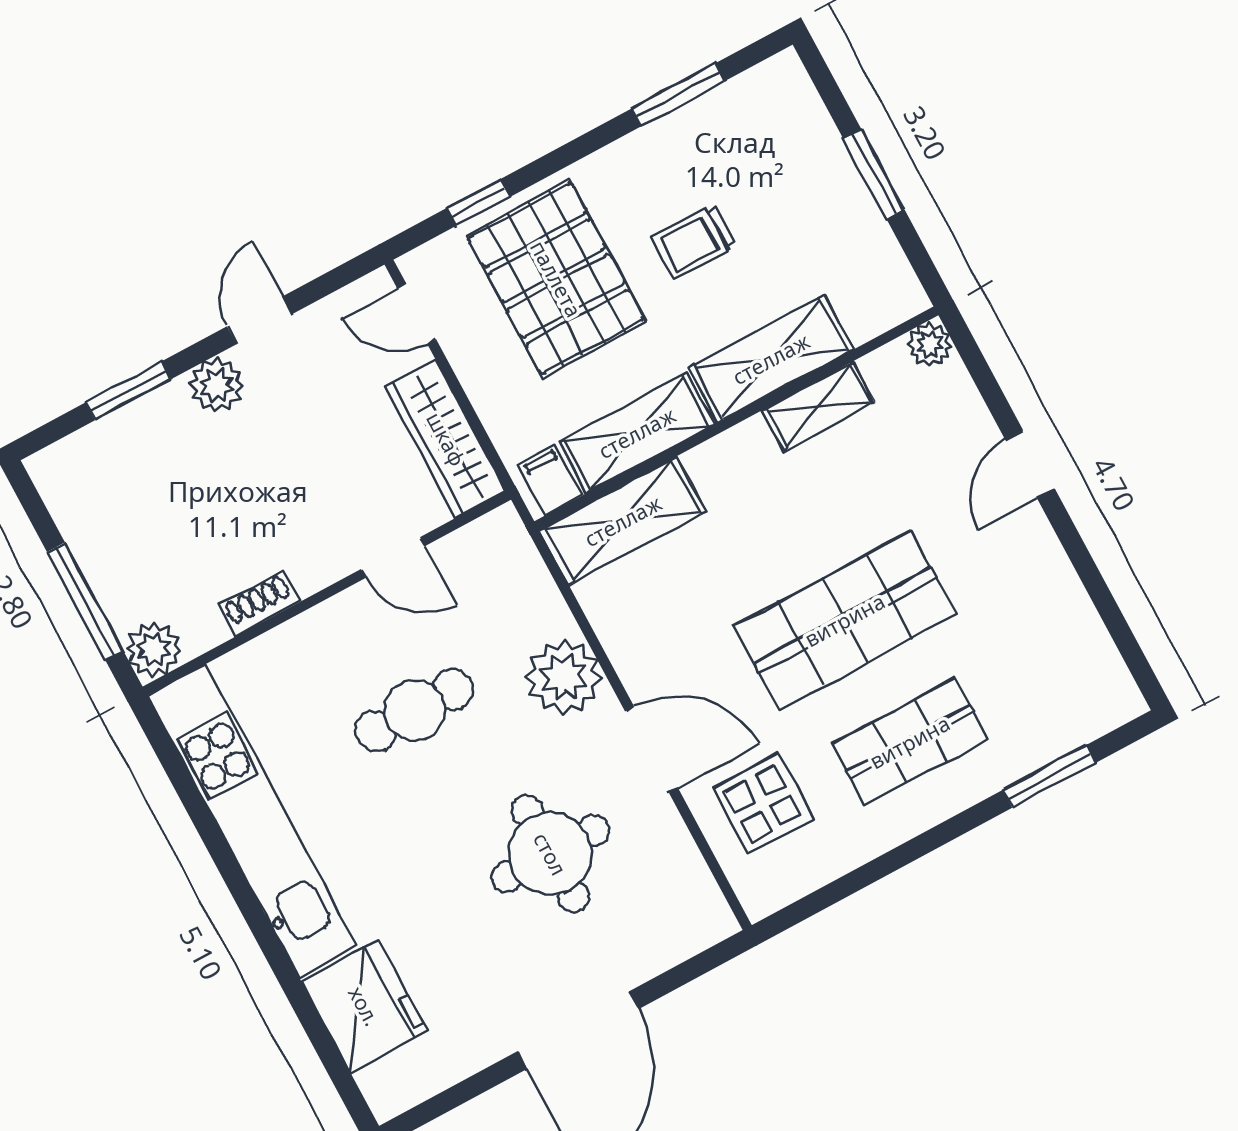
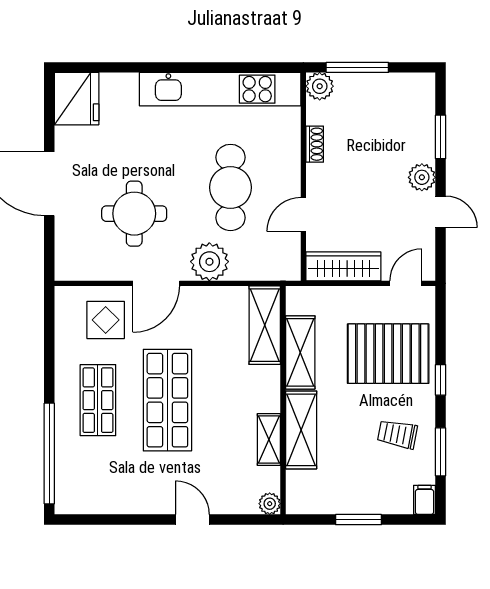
window: (478, 202) -> (441, 380), moved
trolley: (694, 241) -> (397, 434), moved, turned -79
filing cabinet: (550, 480) -> (425, 500), moved, turned -90
cafe table: (414, 710) -> (230, 187), width x1.37, depth x1.35
window: (1049, 776) -> (49, 453), width x2.11
fridge: (364, 1006) -> (77, 99), moved, turned -90

